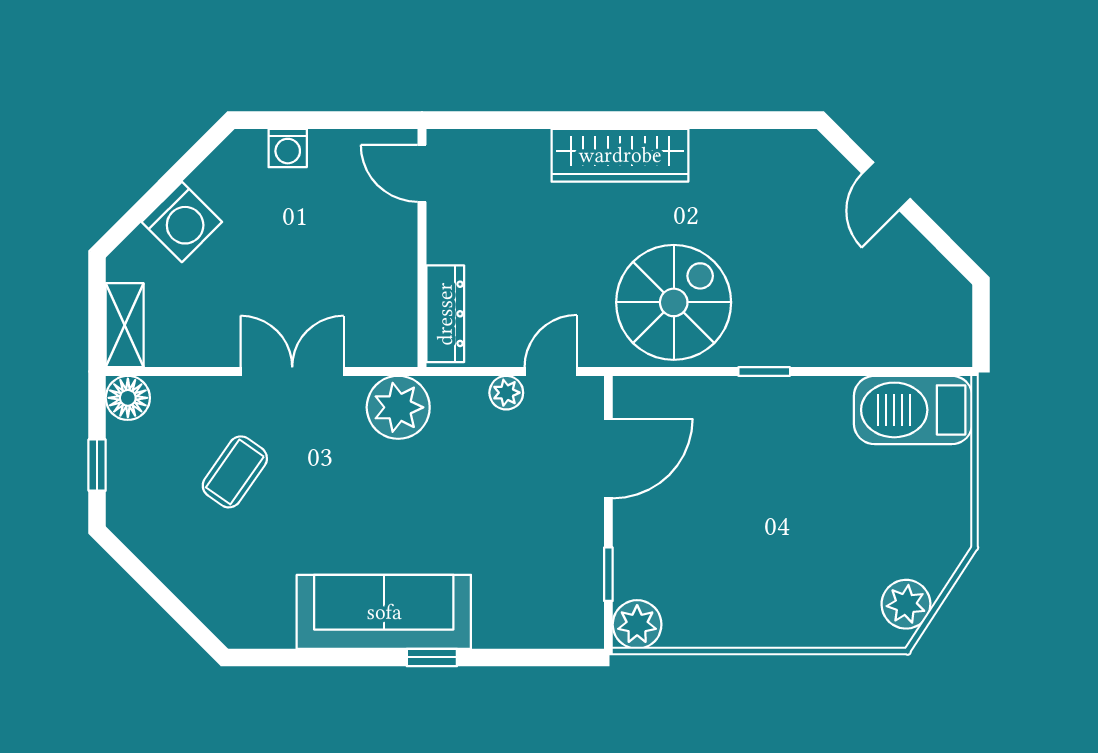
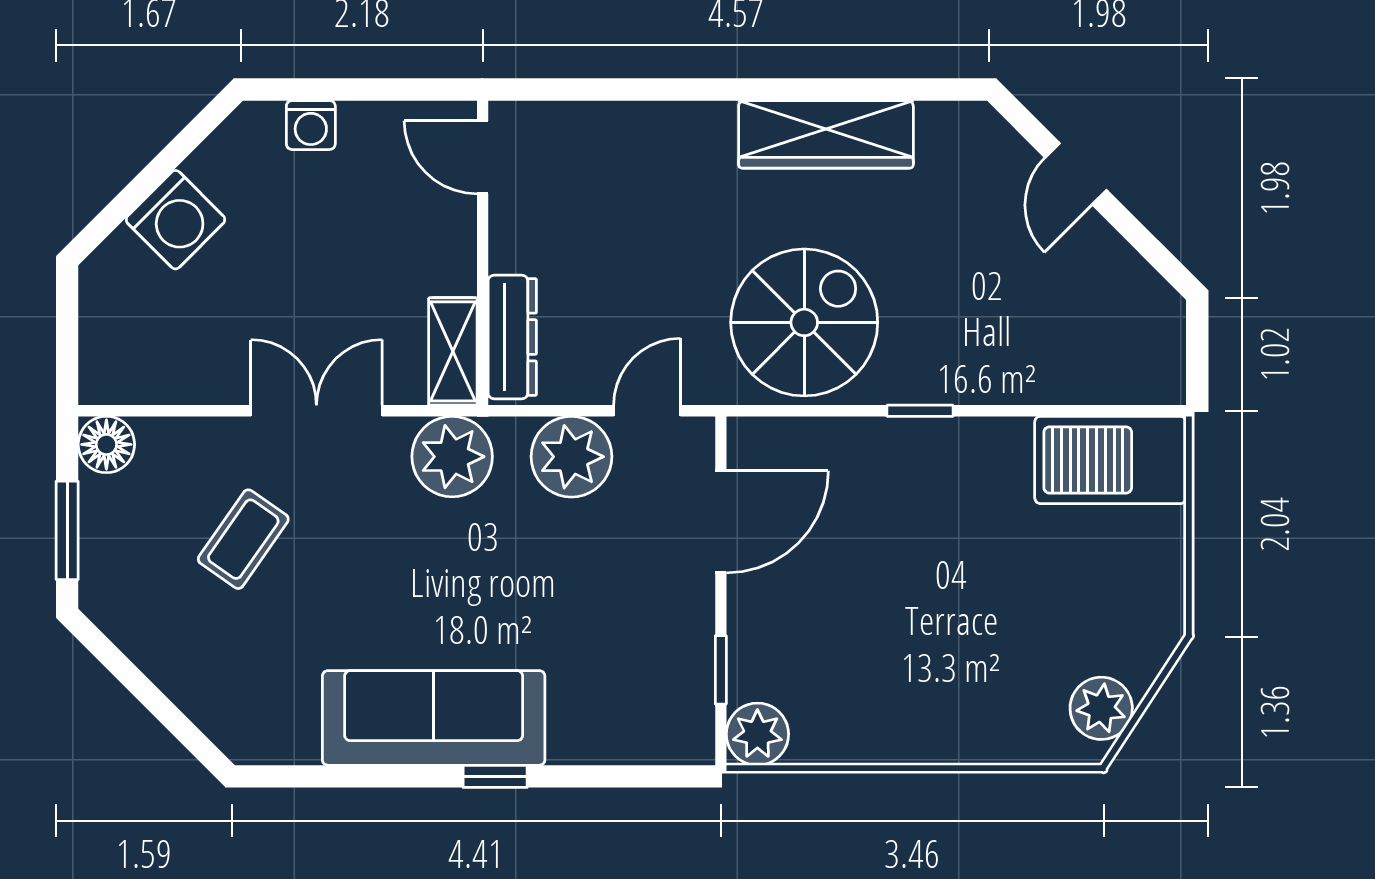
wardrobe: (620, 155) -> (826, 134), moved
shelving: (125, 325) -> (453, 351), moved
plant: (506, 393) -> (571, 457), width x1.88, depth x1.88
window: (97, 465) -> (67, 530), width x1.50

